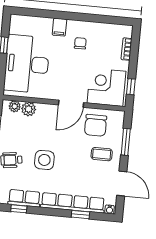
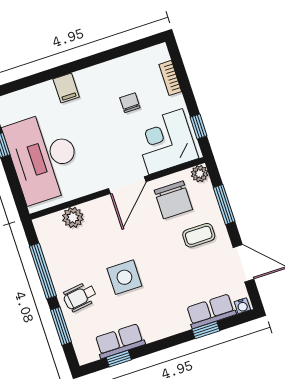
chair: (80, 43) -> (130, 103), moved
plant: (15, 106) -> (200, 174), moved
row of seats: (73, 203) -> (211, 311), width x0.50

